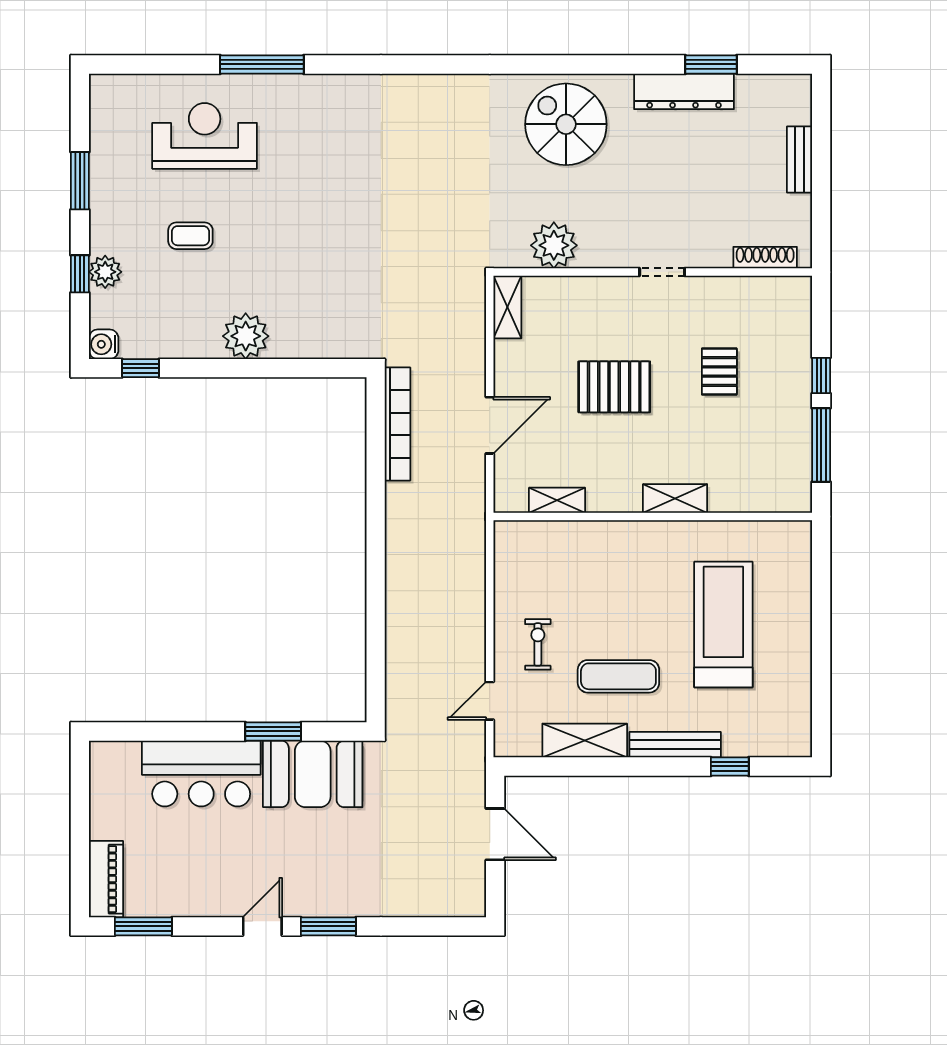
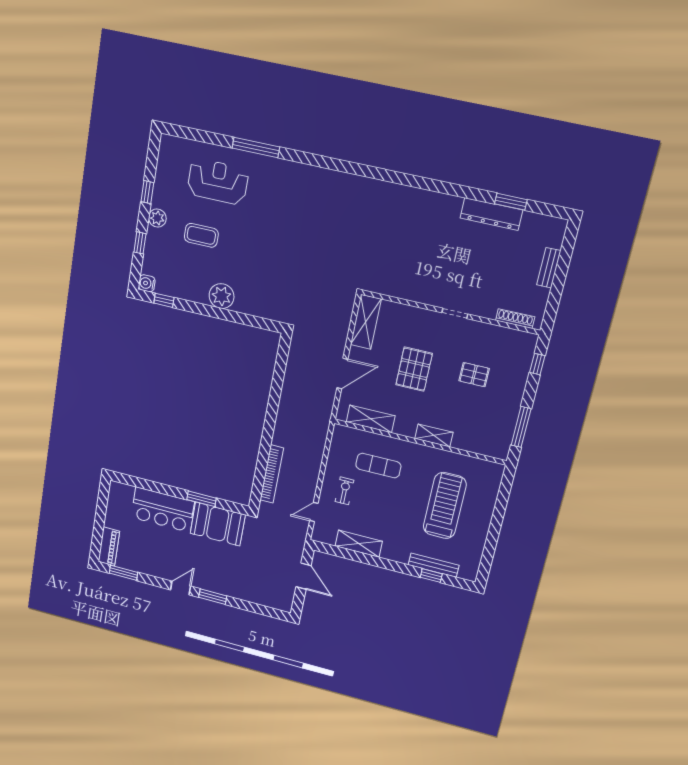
spiral stairs: (566, 124) -> (419, 218), removed
window: (80, 181) -> (147, 192), width x0.67
coffee table: (190, 236) -> (201, 235), width x1.36, depth x1.30
plant: (554, 245) -> (398, 285), removed
plant: (105, 272) -> (157, 218), moved
shelving: (507, 307) -> (366, 322), width x1.50, depth x1.33
pallet: (719, 371) -> (474, 375), turned 90
window: (821, 375) -> (537, 364), moved
pallet: (614, 387) -> (414, 369), turned 90
bookcase: (397, 424) -> (272, 474), moved
shelving: (557, 500) -> (371, 419), width x1.50, depth x1.33
exercise mat: (618, 676) -> (378, 466), moved
bench: (675, 745) -> (434, 565), moved

